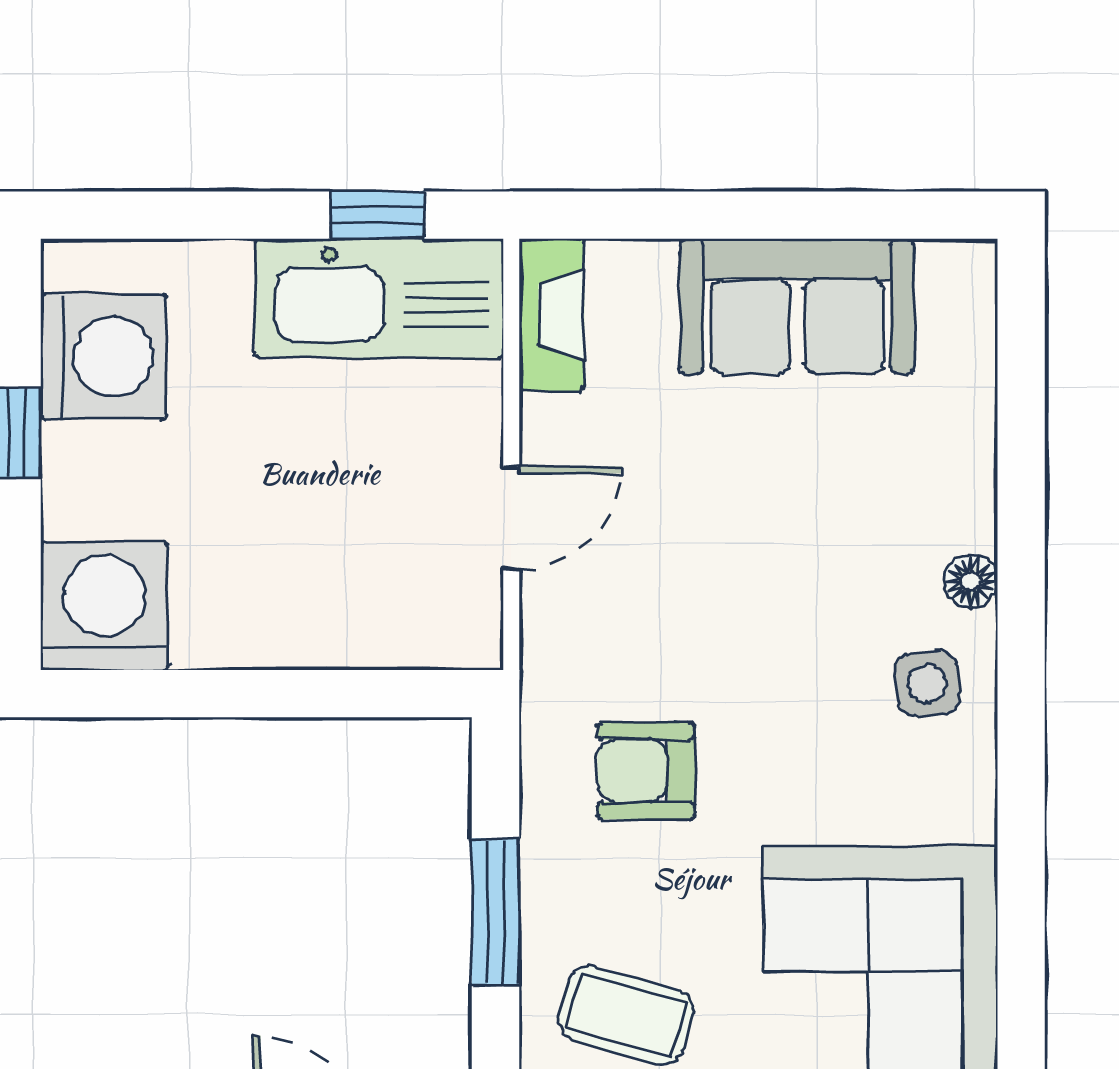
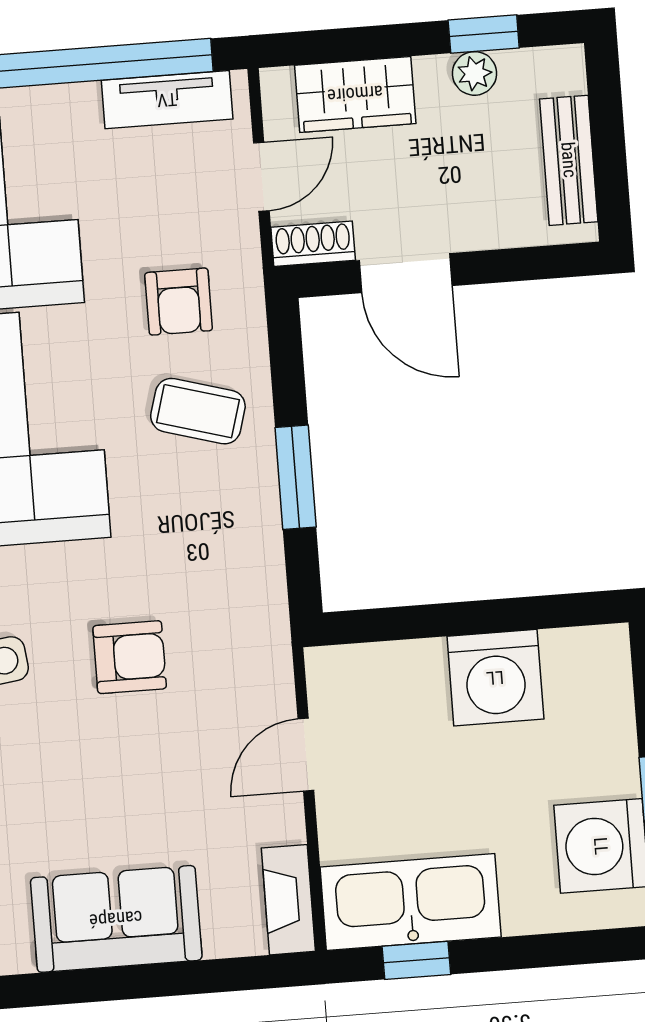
washing machine: (104, 606) -> (495, 678), moved
armchair: (646, 771) -> (130, 657), moved

